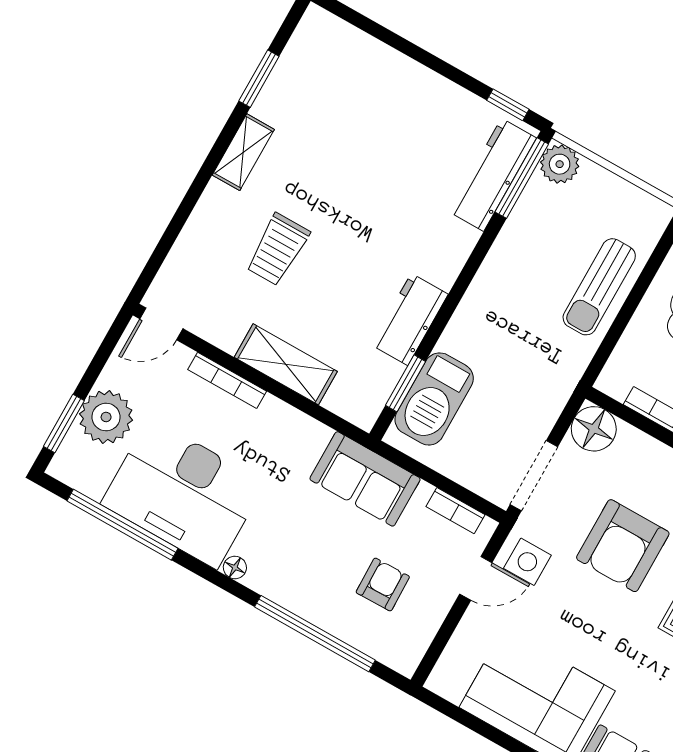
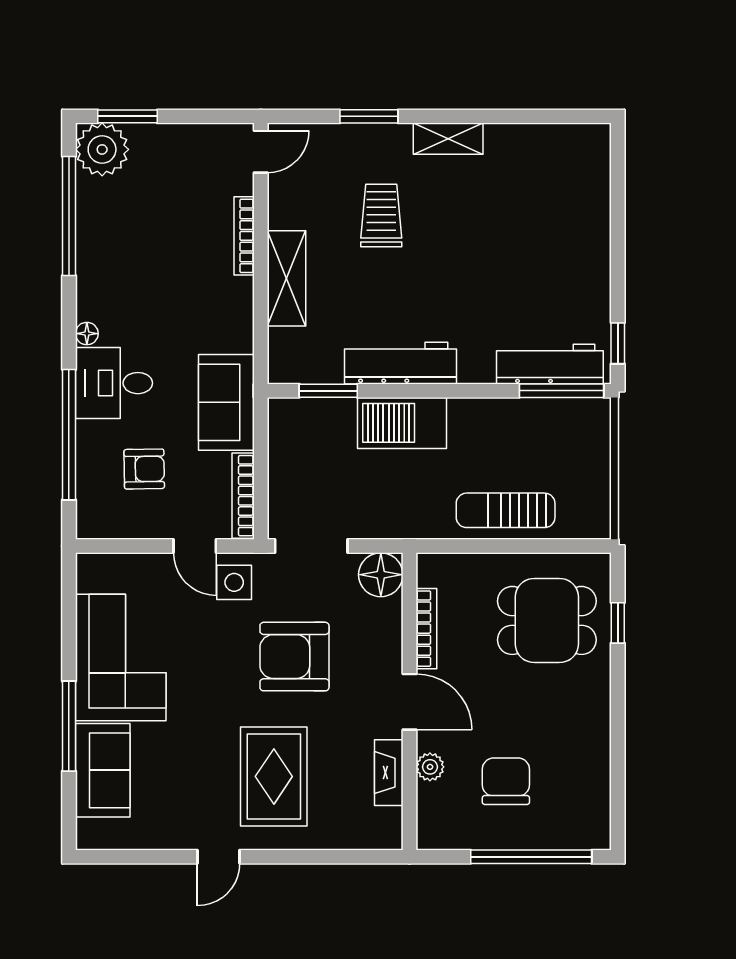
window: (259, 79) -> (369, 116), moved
plant: (560, 164) -> (592, 417), removed
trolley: (278, 249) -> (381, 216), turned 90
workbench: (410, 319) -> (400, 363), width x1.38
door: (161, 324) -> (261, 152), swing flipped
barbecue: (434, 399) -> (402, 423), moved
plant: (106, 417) -> (102, 149), moved
desk: (183, 493) -> (114, 383), moved, width x0.53, depth x0.77
bookcase: (456, 511) -> (243, 496), width x1.56

